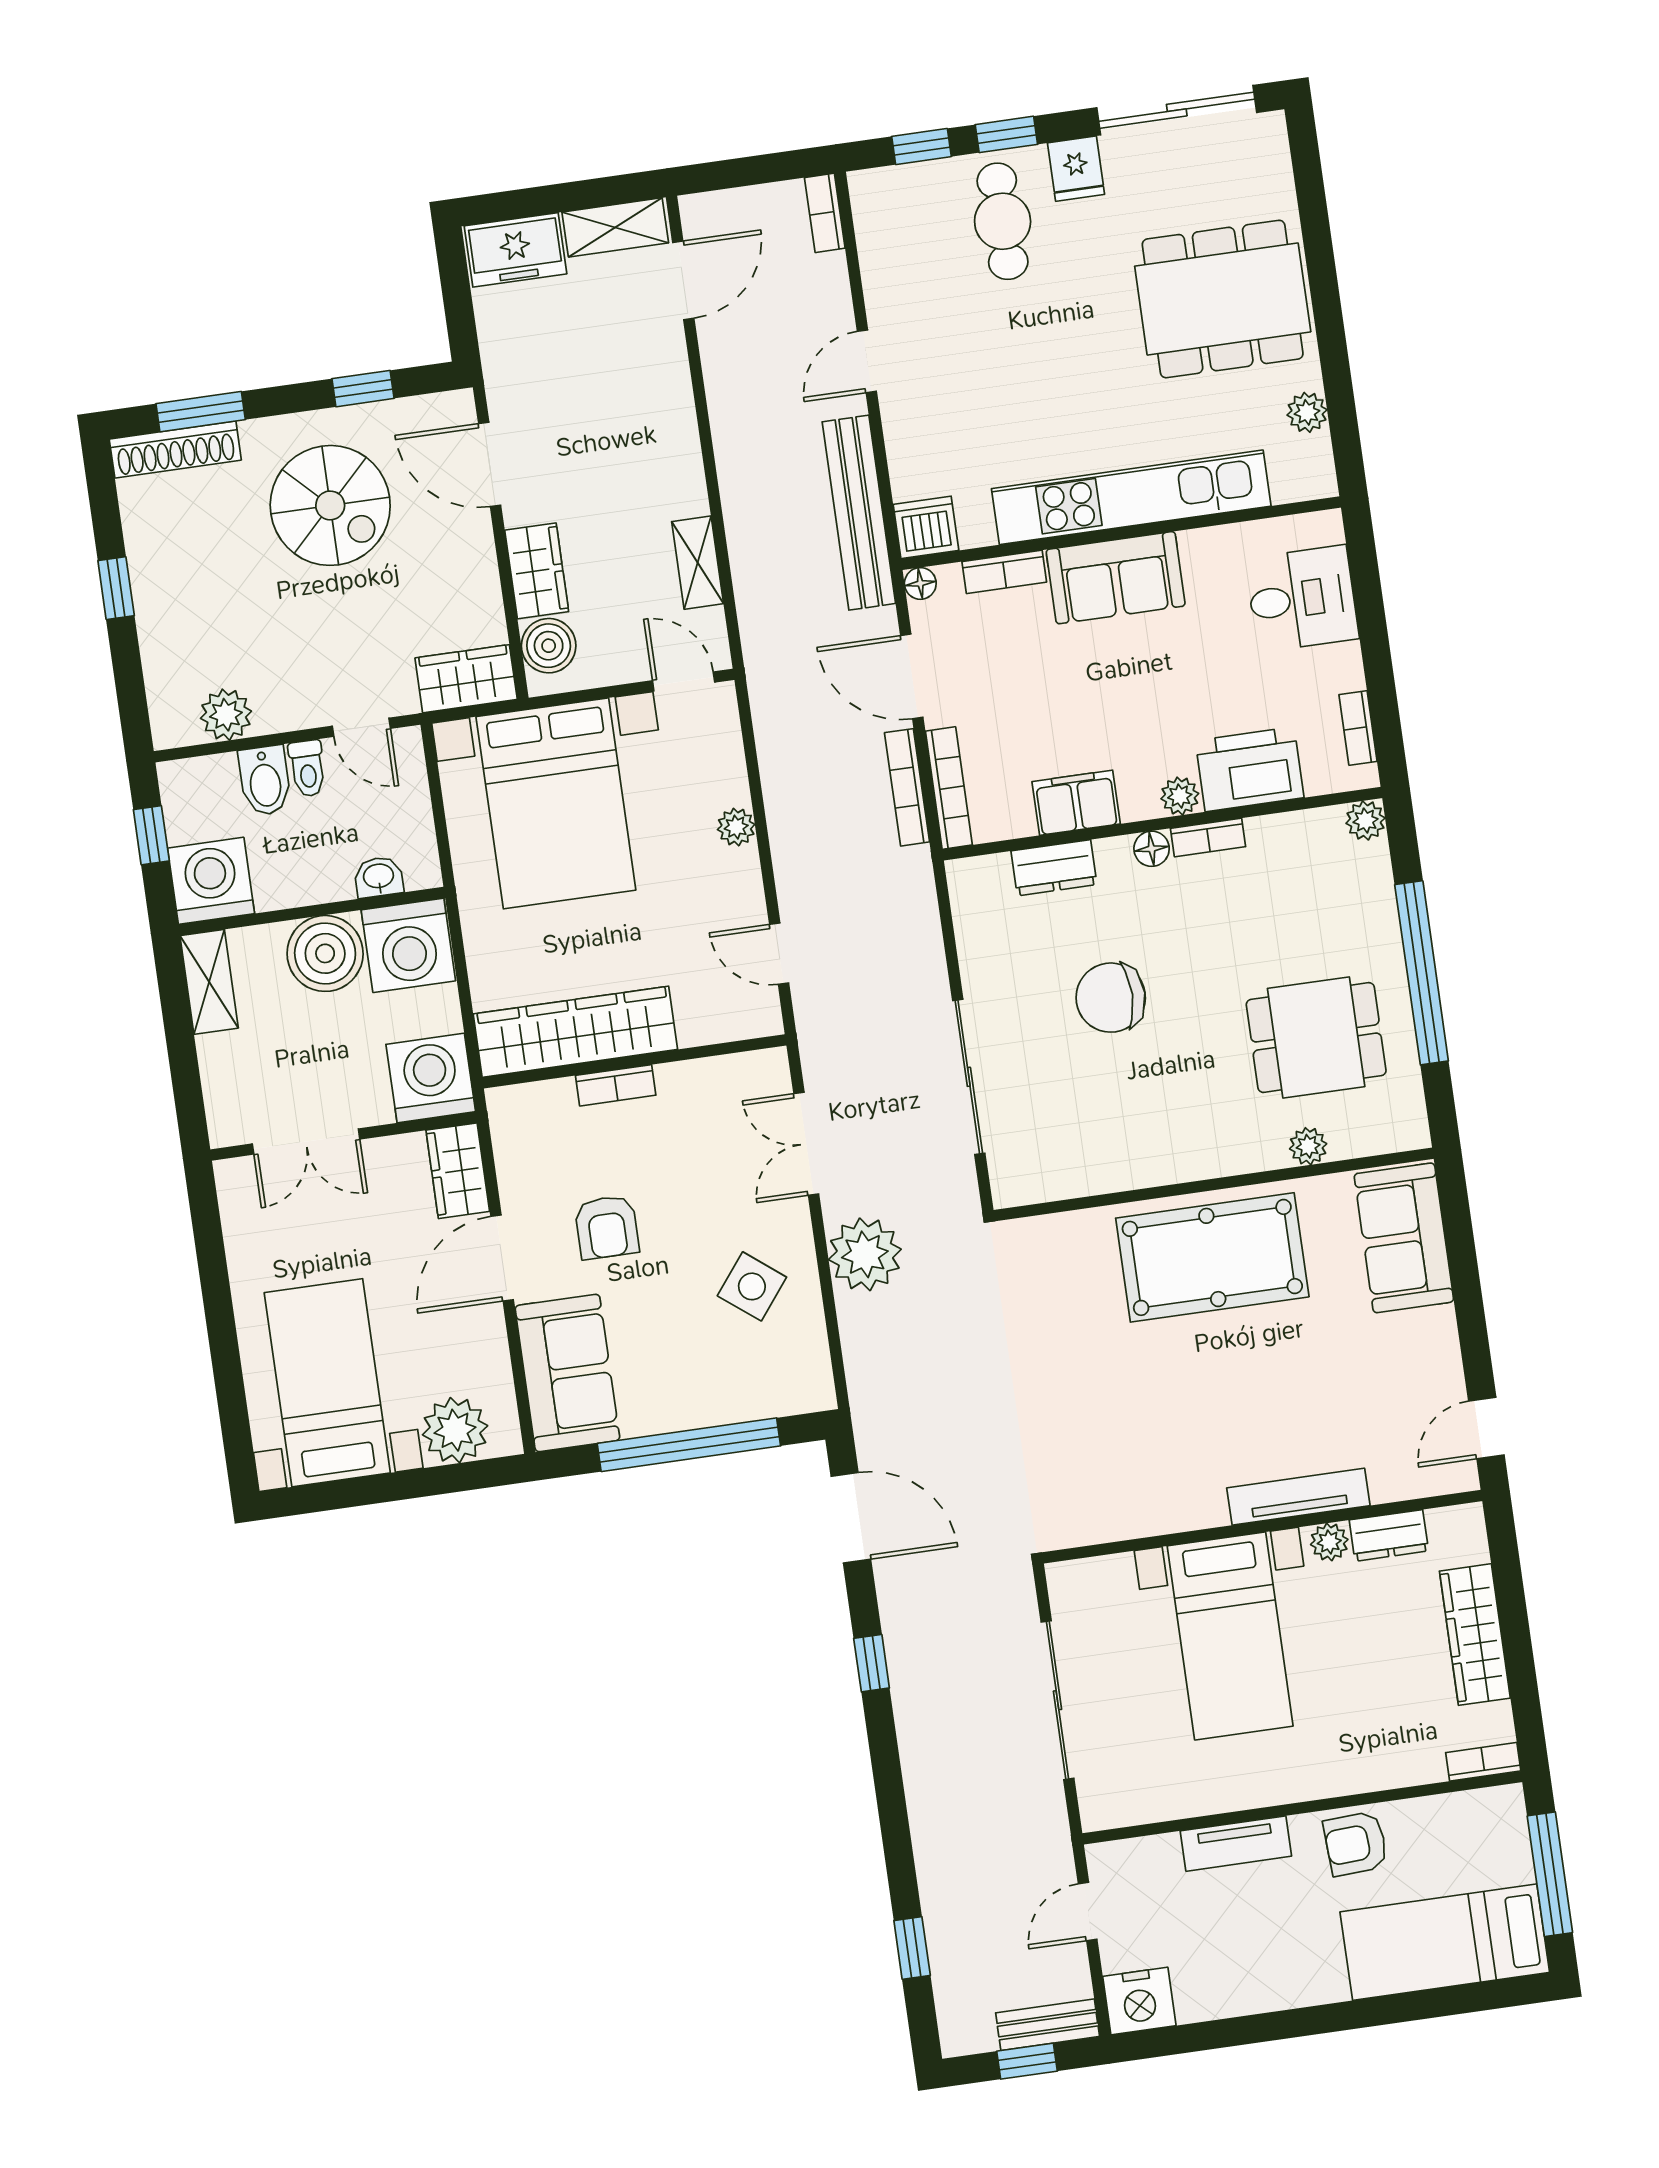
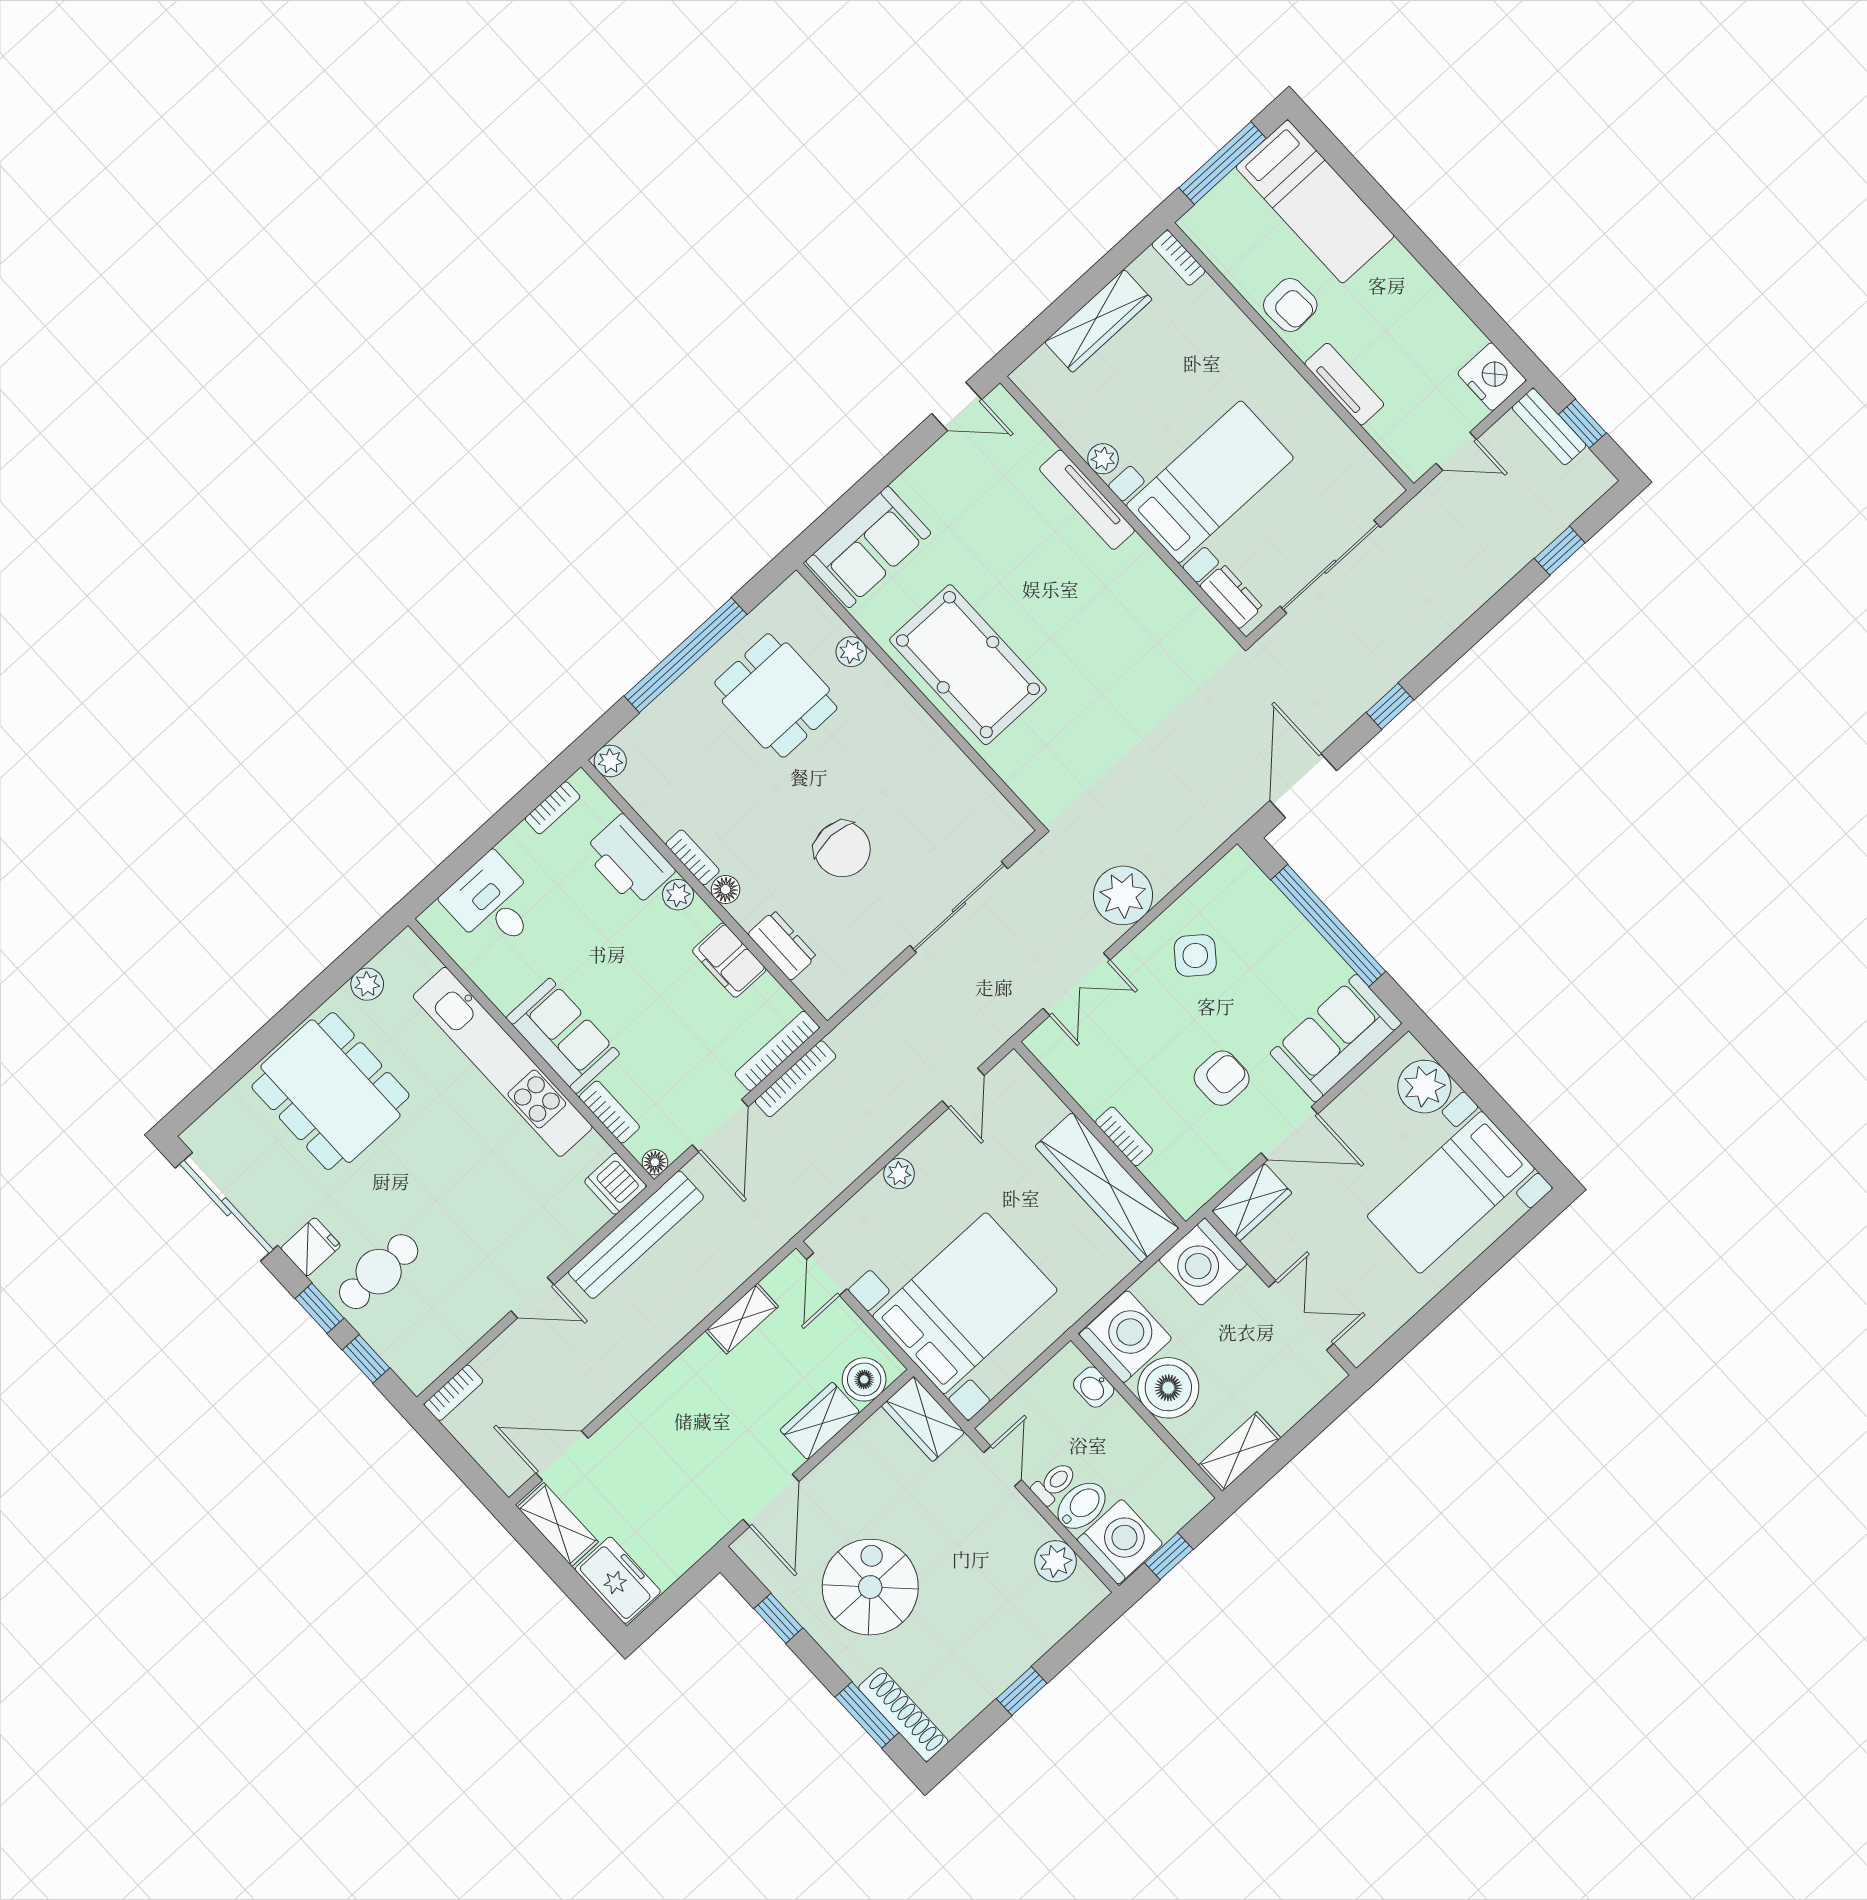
washing machine: (211, 881) -> (1120, 1542), moved, turned 180
dresser: (1389, 1535) -> (1231, 597), moved

